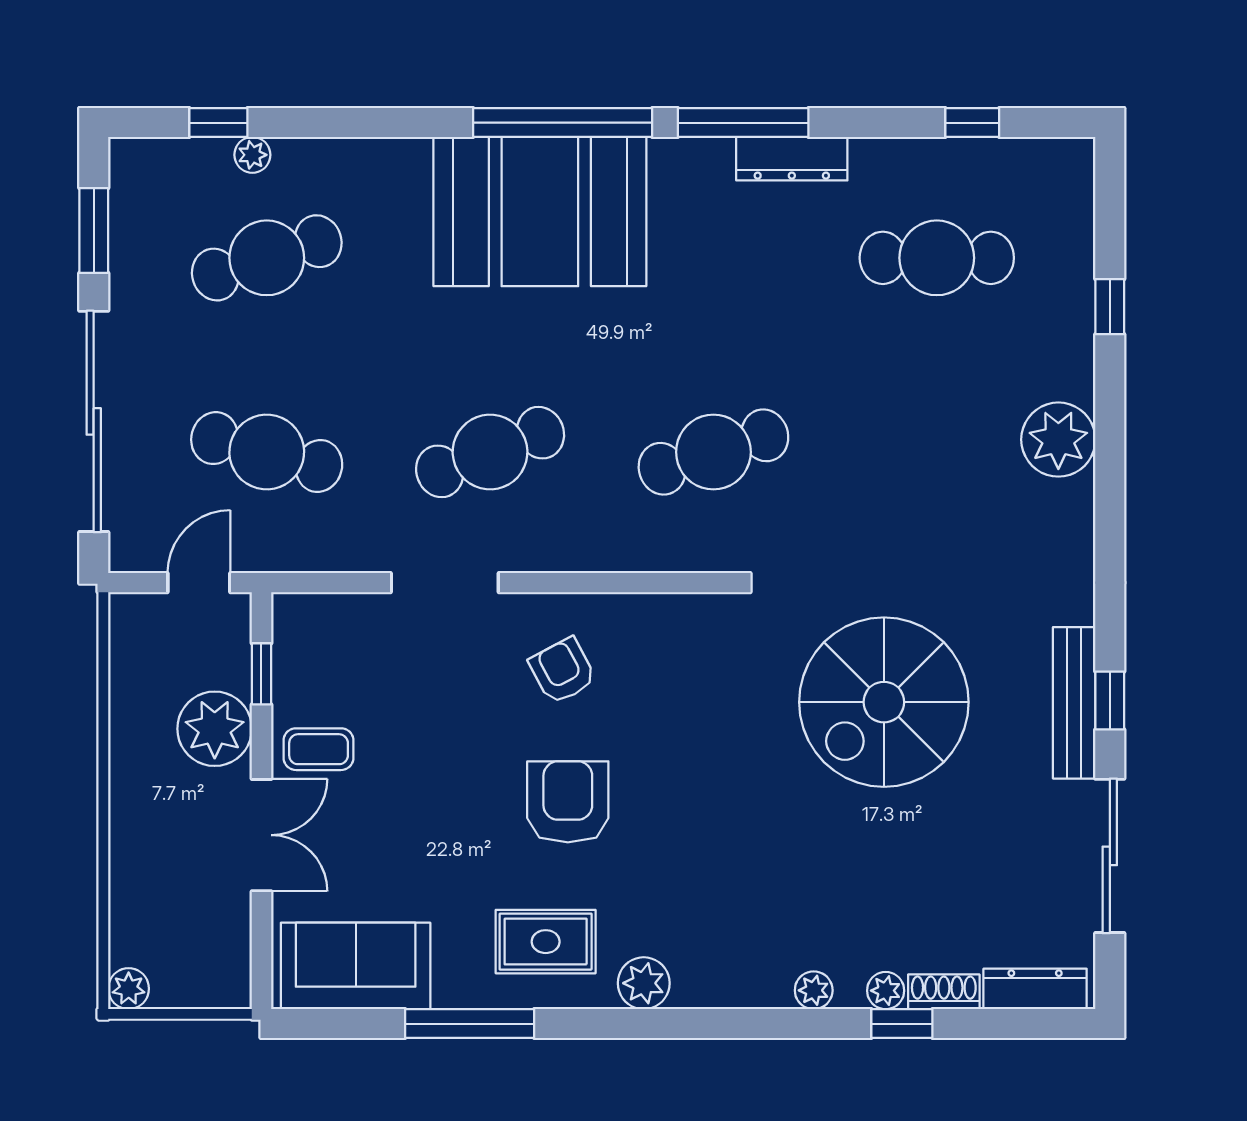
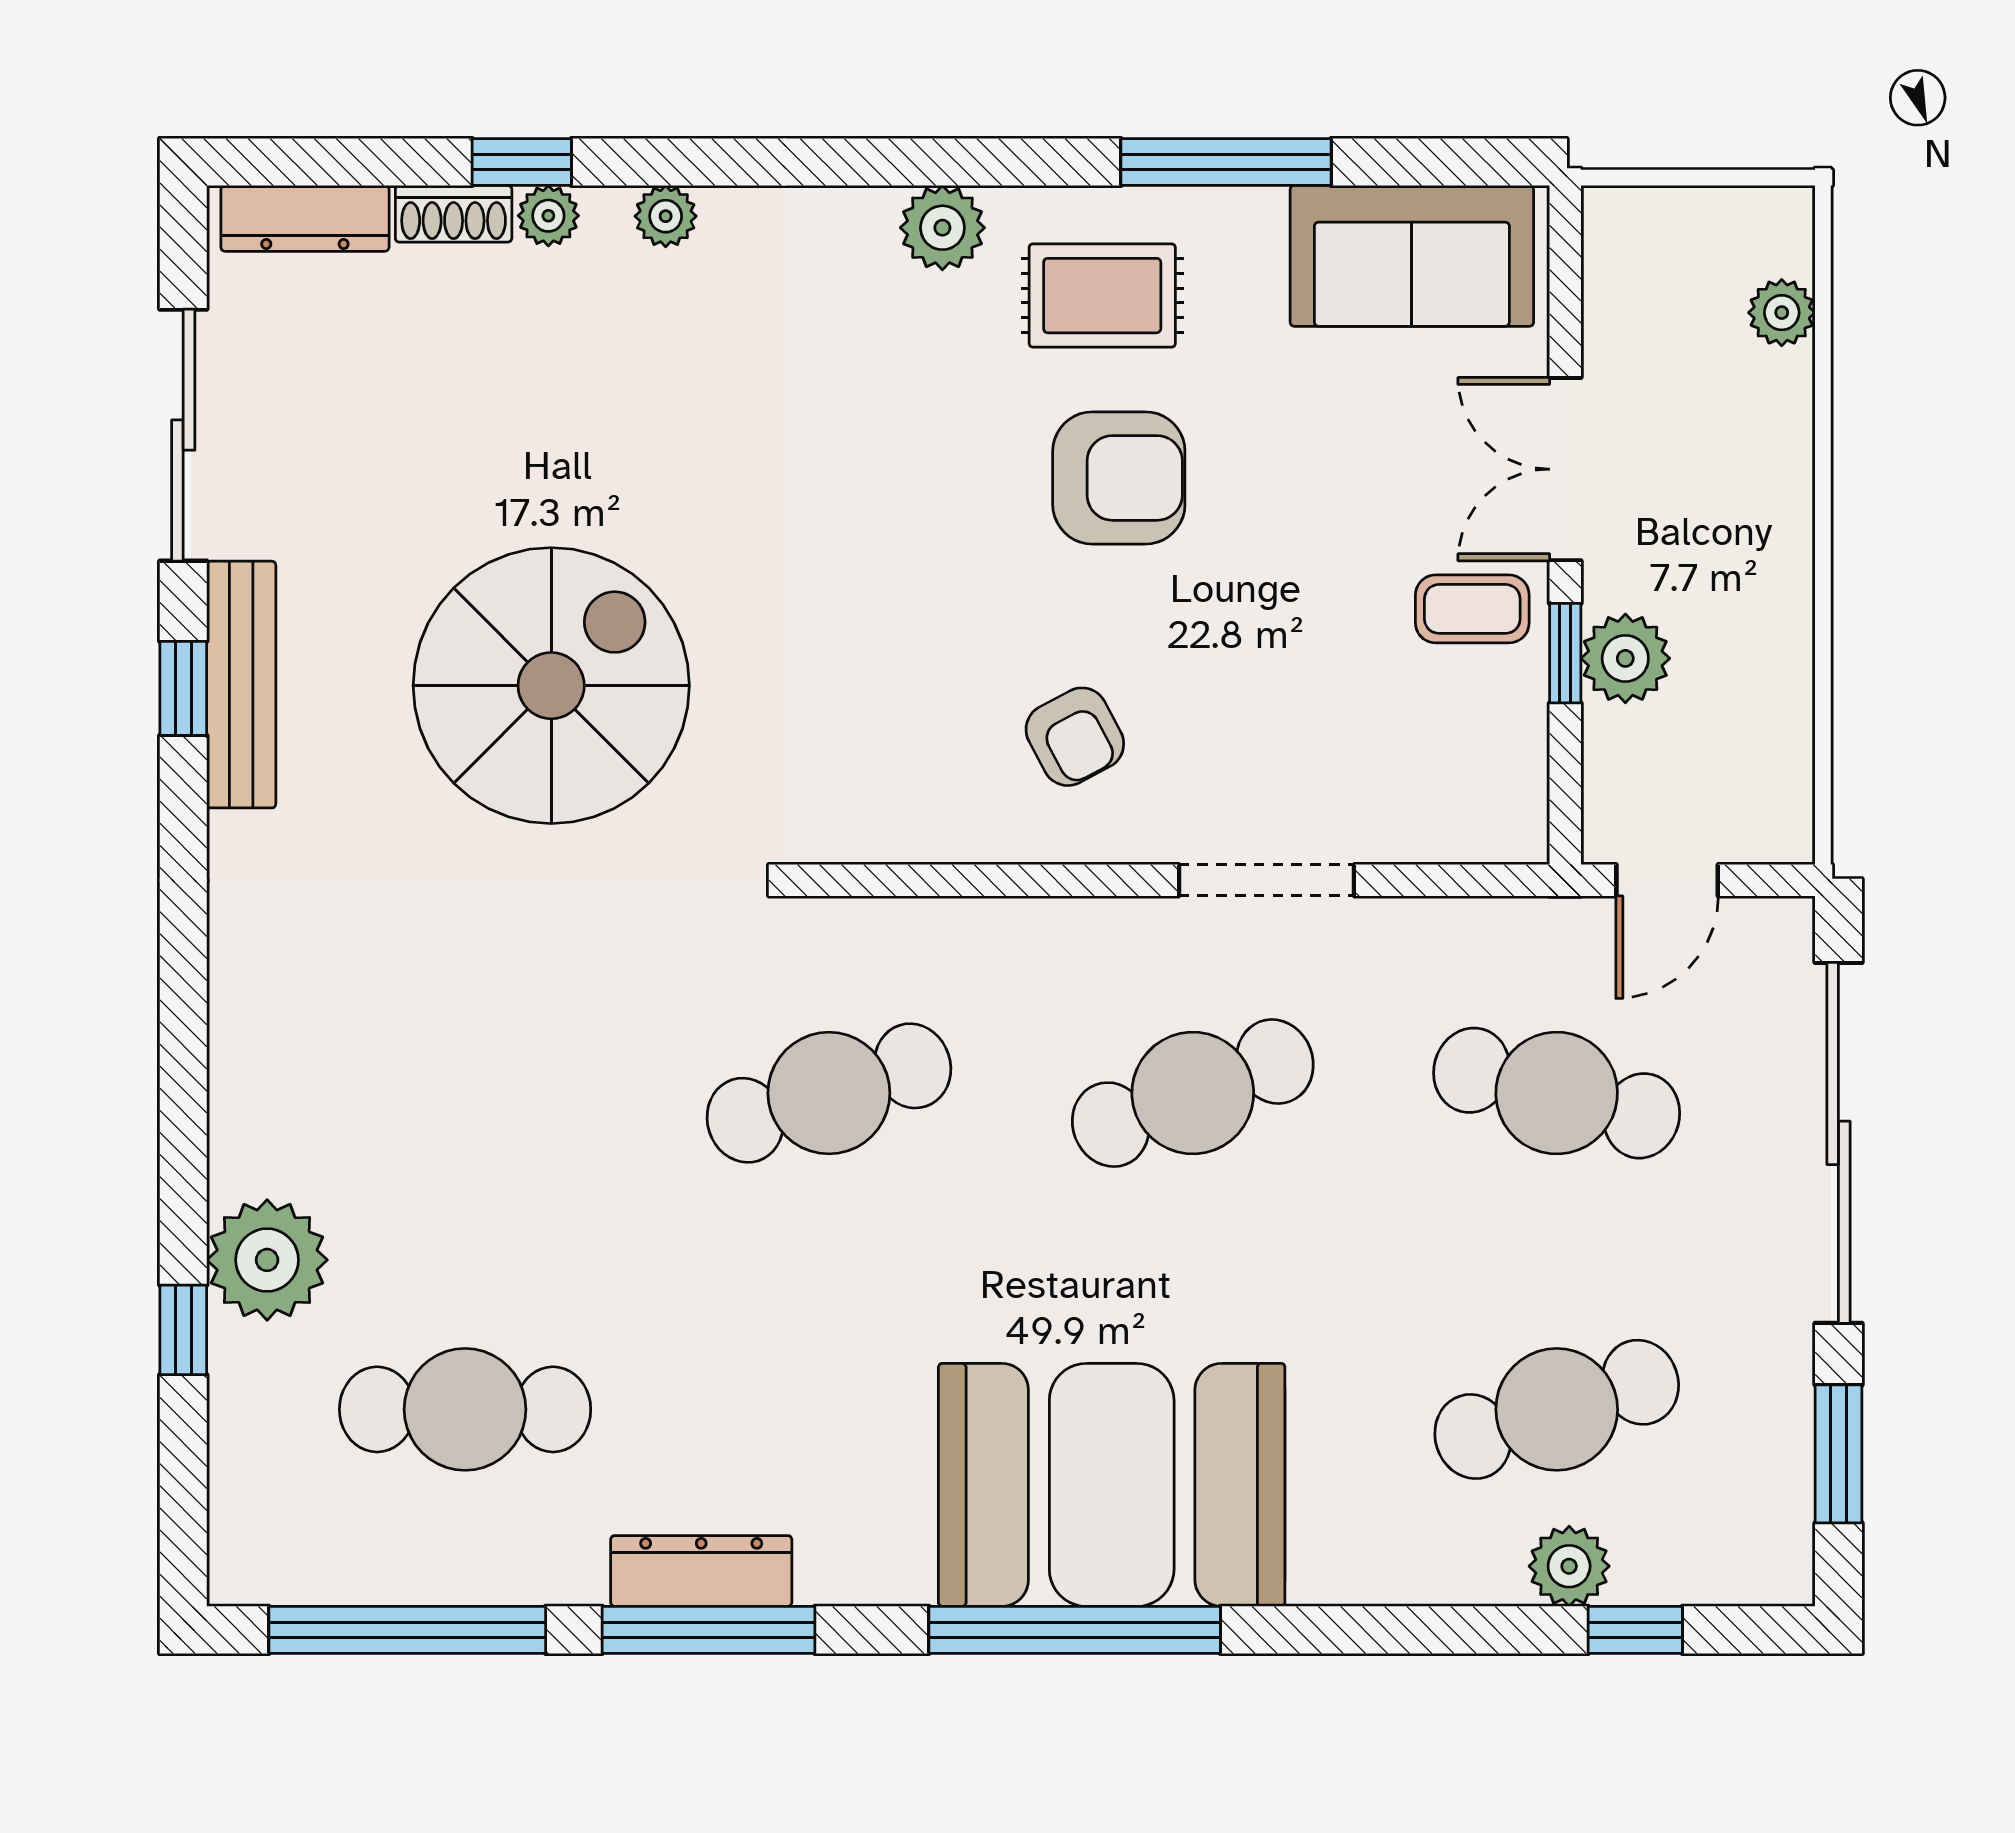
window: (743, 123) -> (708, 1630), moved
window: (972, 123) -> (407, 1630), width x3.17
plant: (252, 155) -> (1569, 1566), width x1.38, depth x1.38
plant: (1058, 440) -> (267, 1260), moved
window: (261, 674) -> (1565, 653), moved
plant: (215, 729) -> (1625, 658), width x0.73, depth x0.73
armchair: (568, 802) -> (1119, 478), moved, turned -90
plant: (129, 989) -> (1782, 313), moved

